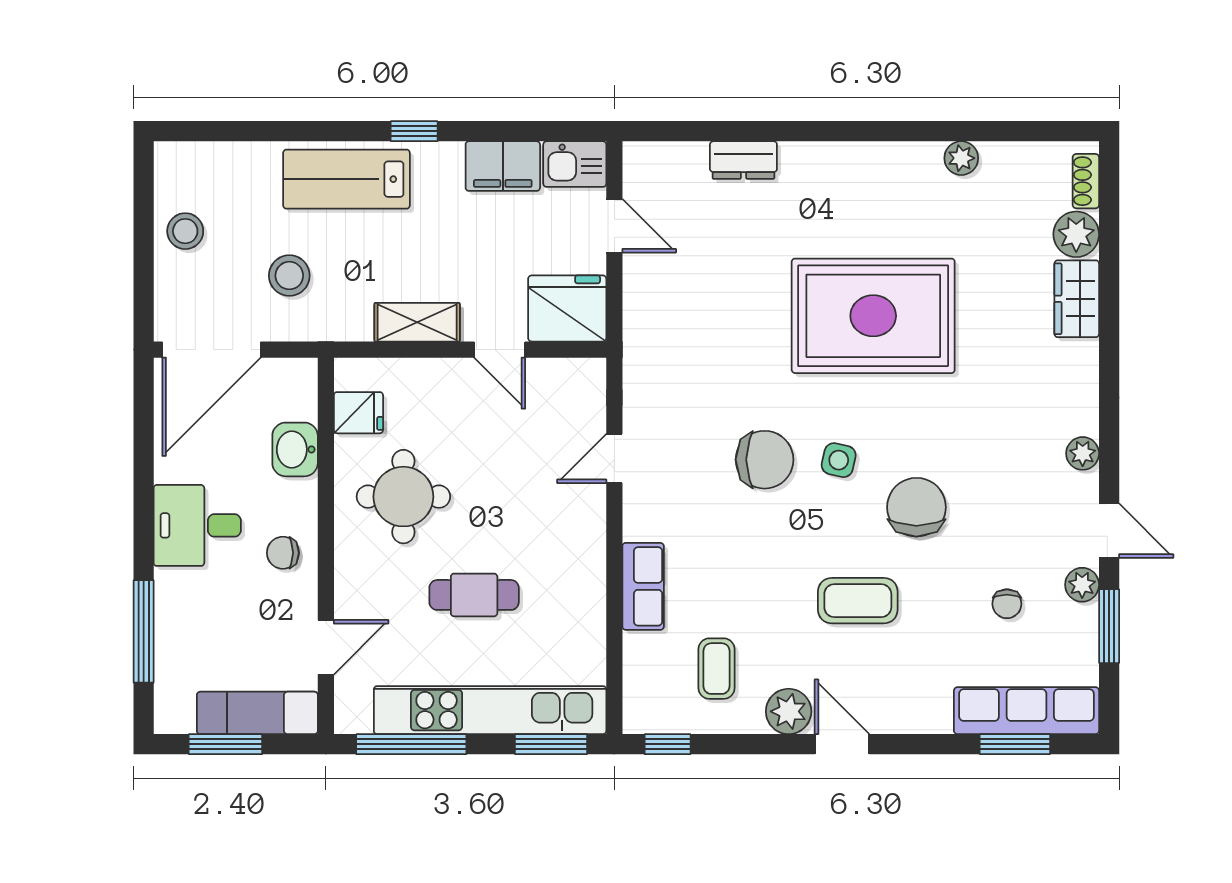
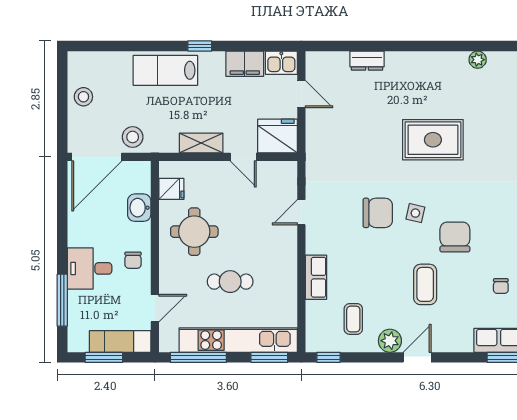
stool: (289, 276) -> (133, 137), moved
rug: (873, 316) -> (433, 140), width x0.73, depth x0.69
desk: (197, 525) -> (90, 268), moved
chair: (283, 553) -> (133, 260), turned -90
coffee table: (858, 601) -> (425, 284), turned 90
door: (842, 744) -> (417, 357), hinge flipped

